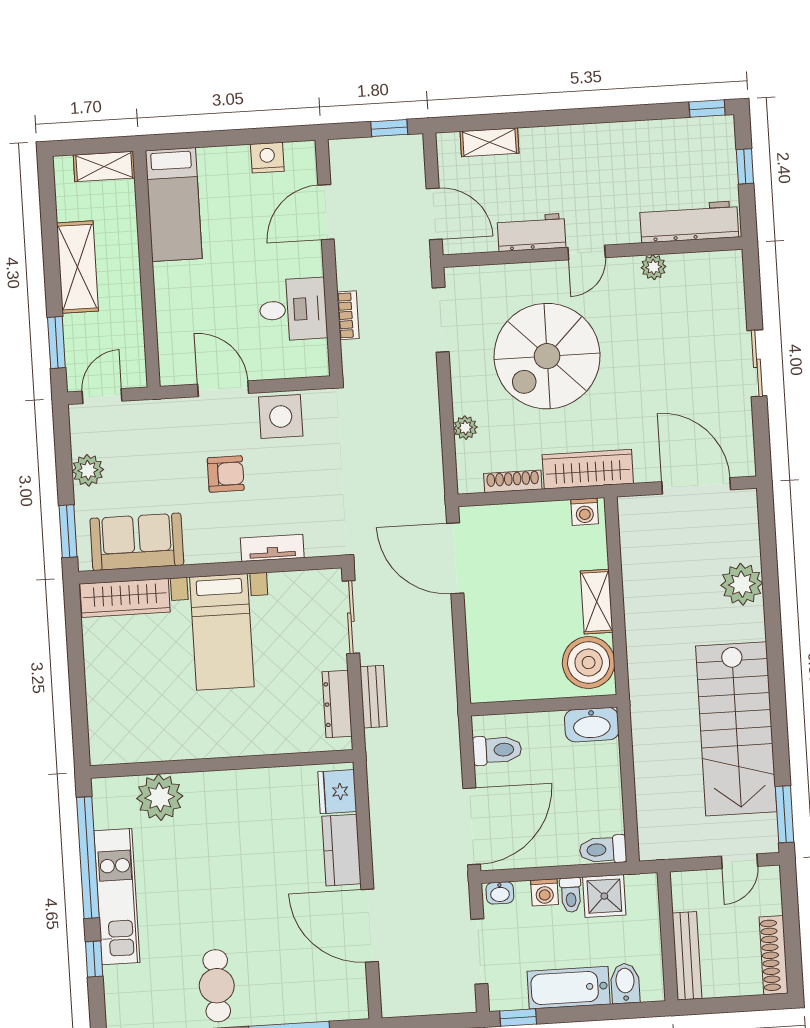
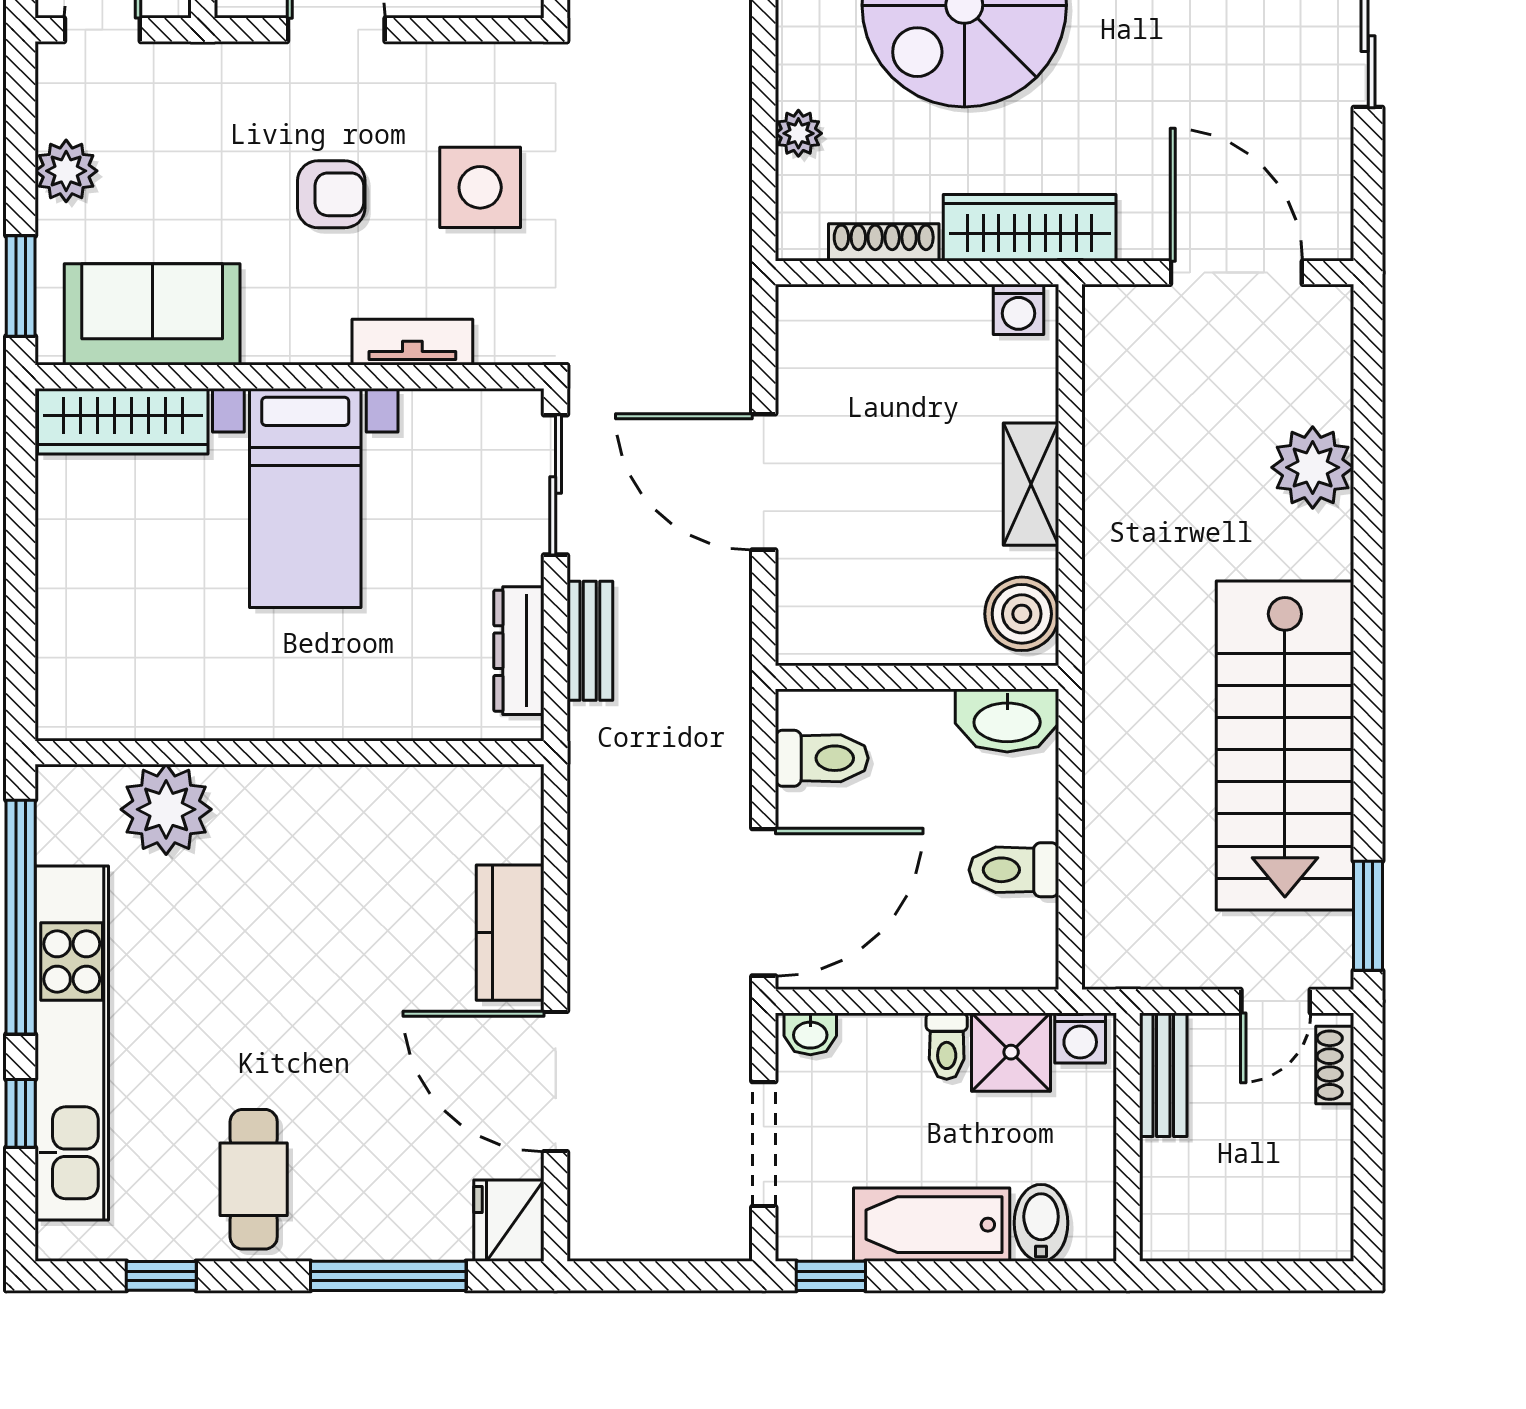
side table: (281, 416) -> (480, 187), moved
door: (455, 558) -> (764, 482), moved
boiler: (589, 663) -> (1022, 614), width x0.73, depth x0.73
fridge: (337, 792) -> (509, 1221), moved
toilet: (603, 850) -> (1014, 870), moved
washing machine: (545, 892) -> (1080, 1038), moved
kitchen unit: (117, 897) -> (72, 1043), width x1.36
shoe rack: (774, 955) -> (1335, 1065), moved, width x0.51, depth x0.81
bench: (687, 956) -> (1163, 1075), moved, width x0.73

